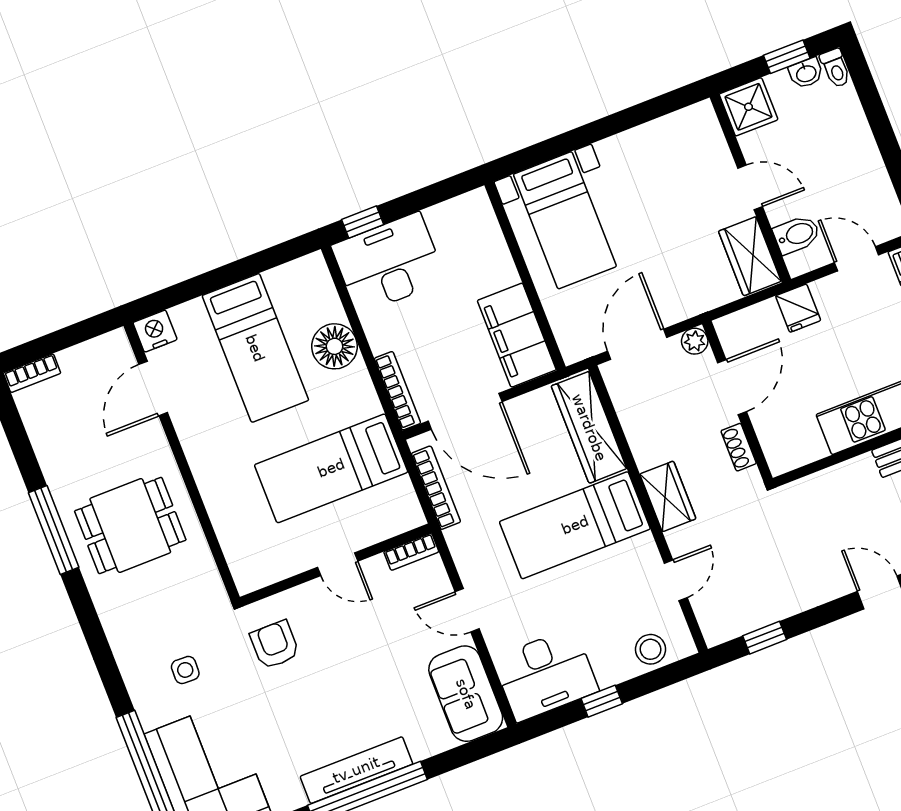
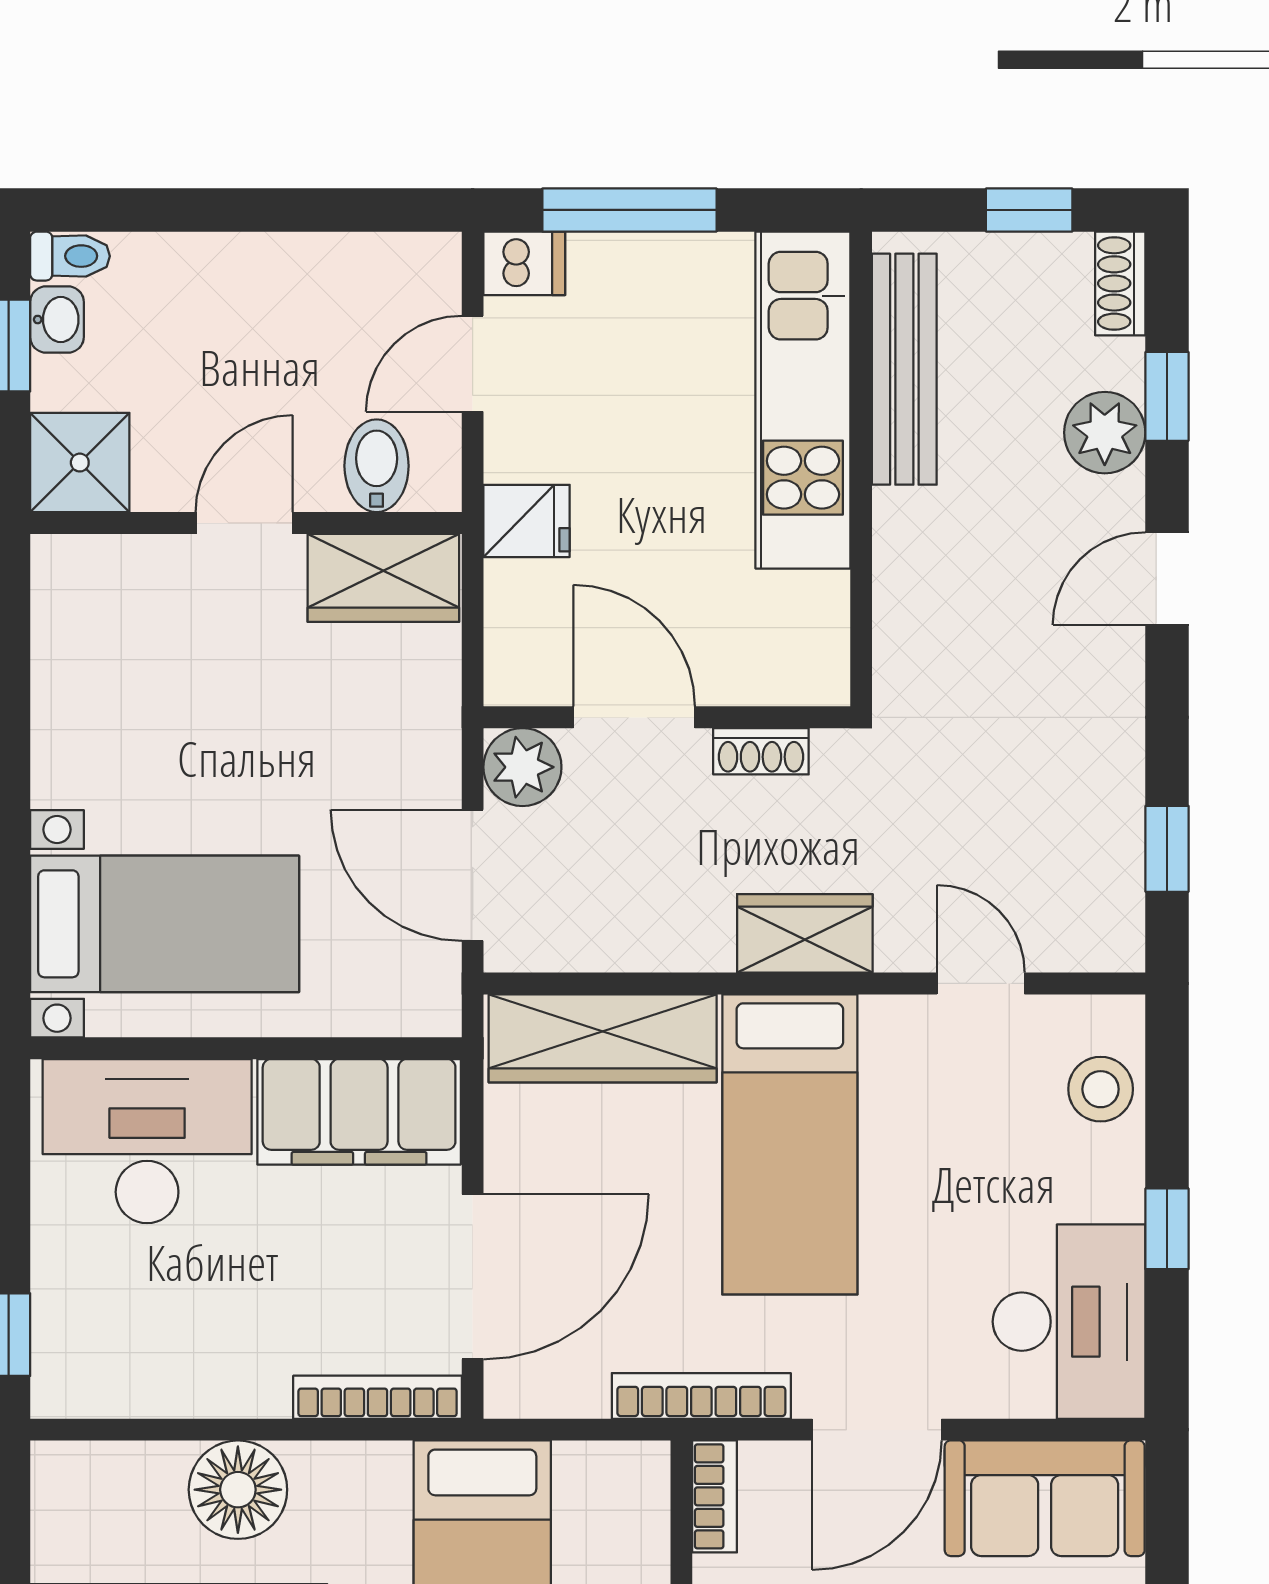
desk: (389, 263) -> (147, 1141), moved, turned 90
plant: (695, 341) -> (522, 767), width x1.38, depth x1.38
bookcase: (436, 488) -> (701, 1396), moved
door: (467, 610) -> (877, 1430), width x1.38

